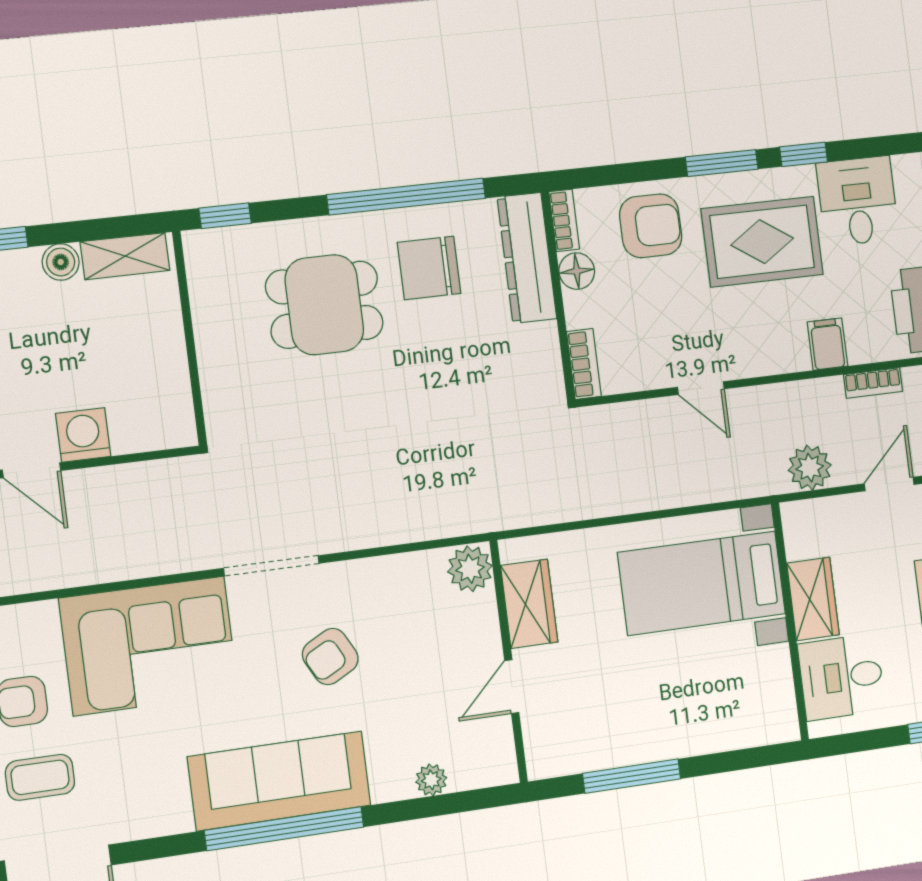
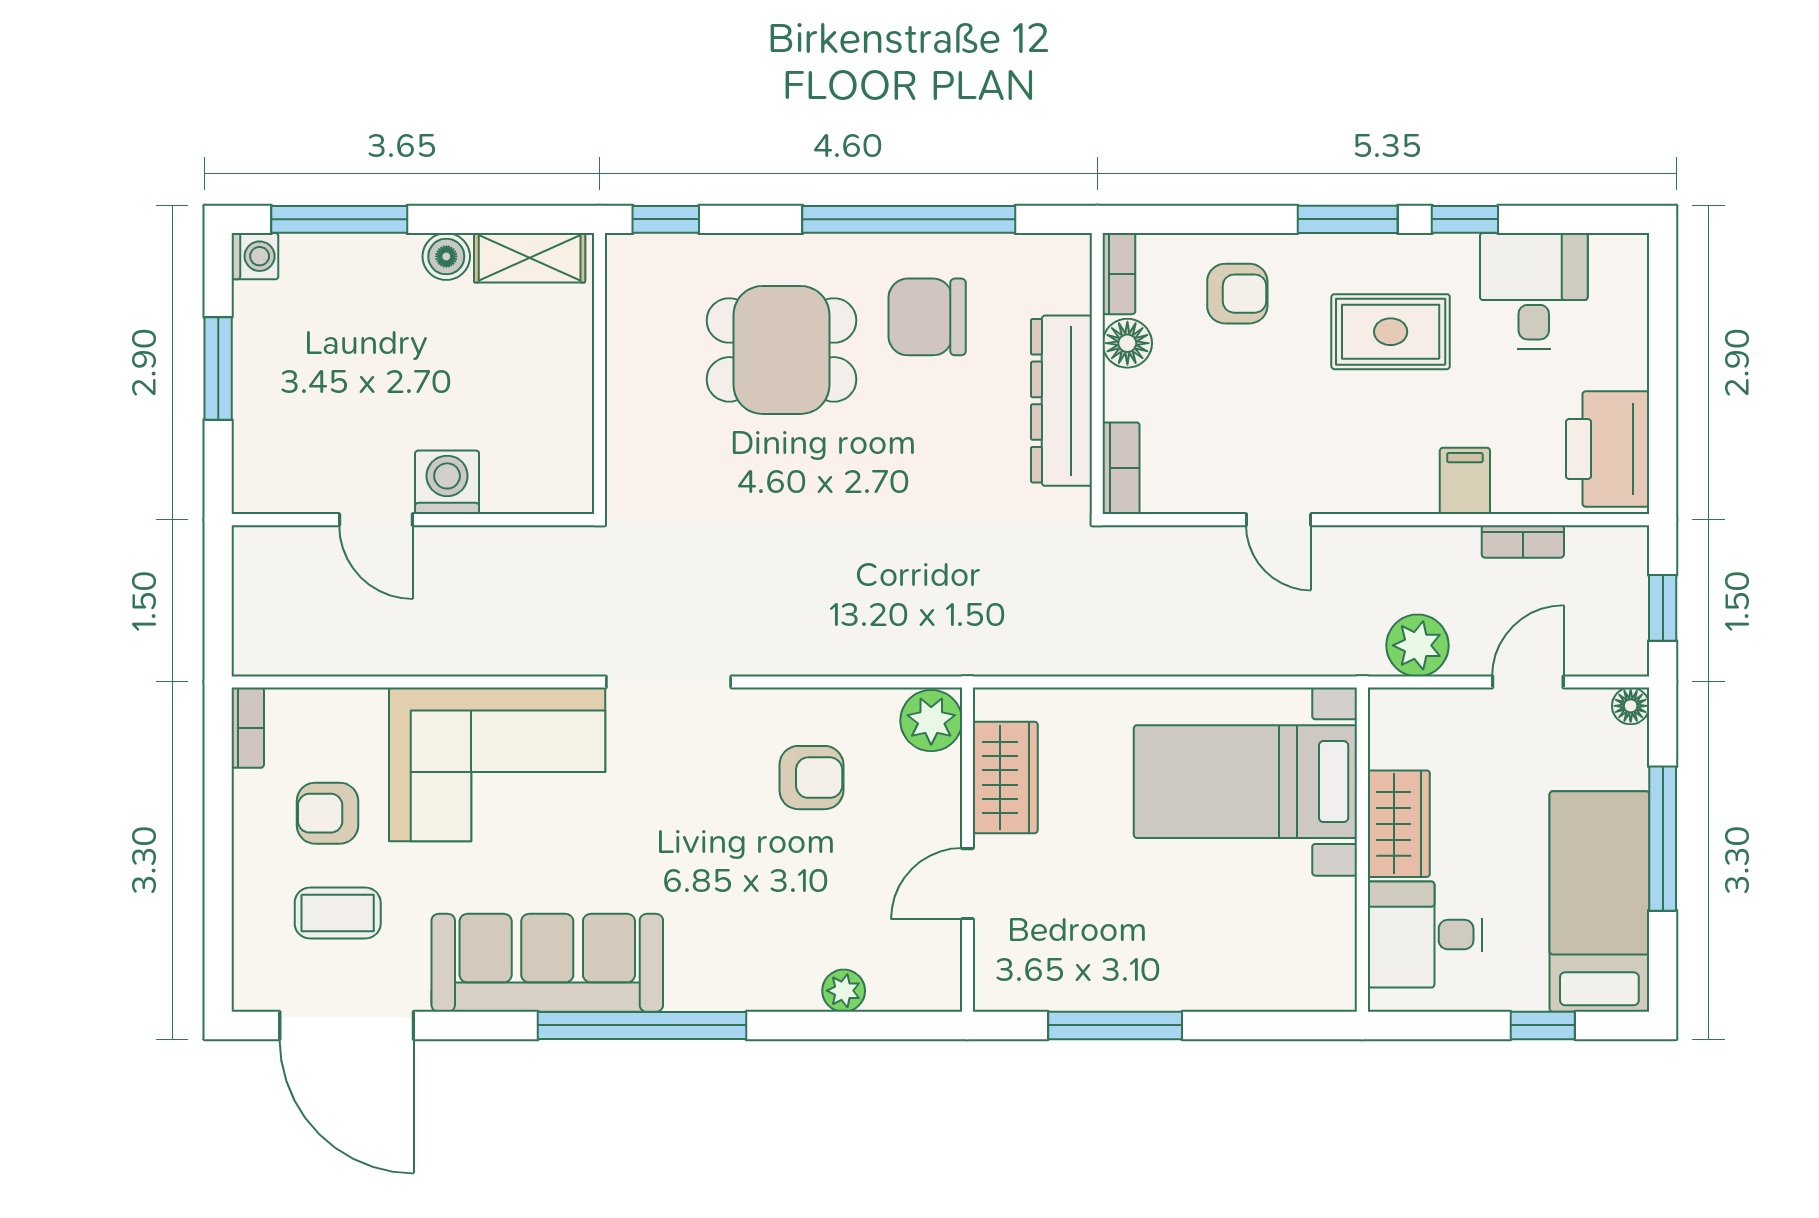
armchair: (651, 226) -> (1237, 294), width x0.72, depth x0.72
rug: (762, 242) -> (1391, 332), width x0.73, depth x0.70
dresser: (527, 258) -> (1061, 401), moved
armchair: (330, 657) -> (811, 778), moved, turned -152
sofa: (279, 781) -> (547, 963), moved

